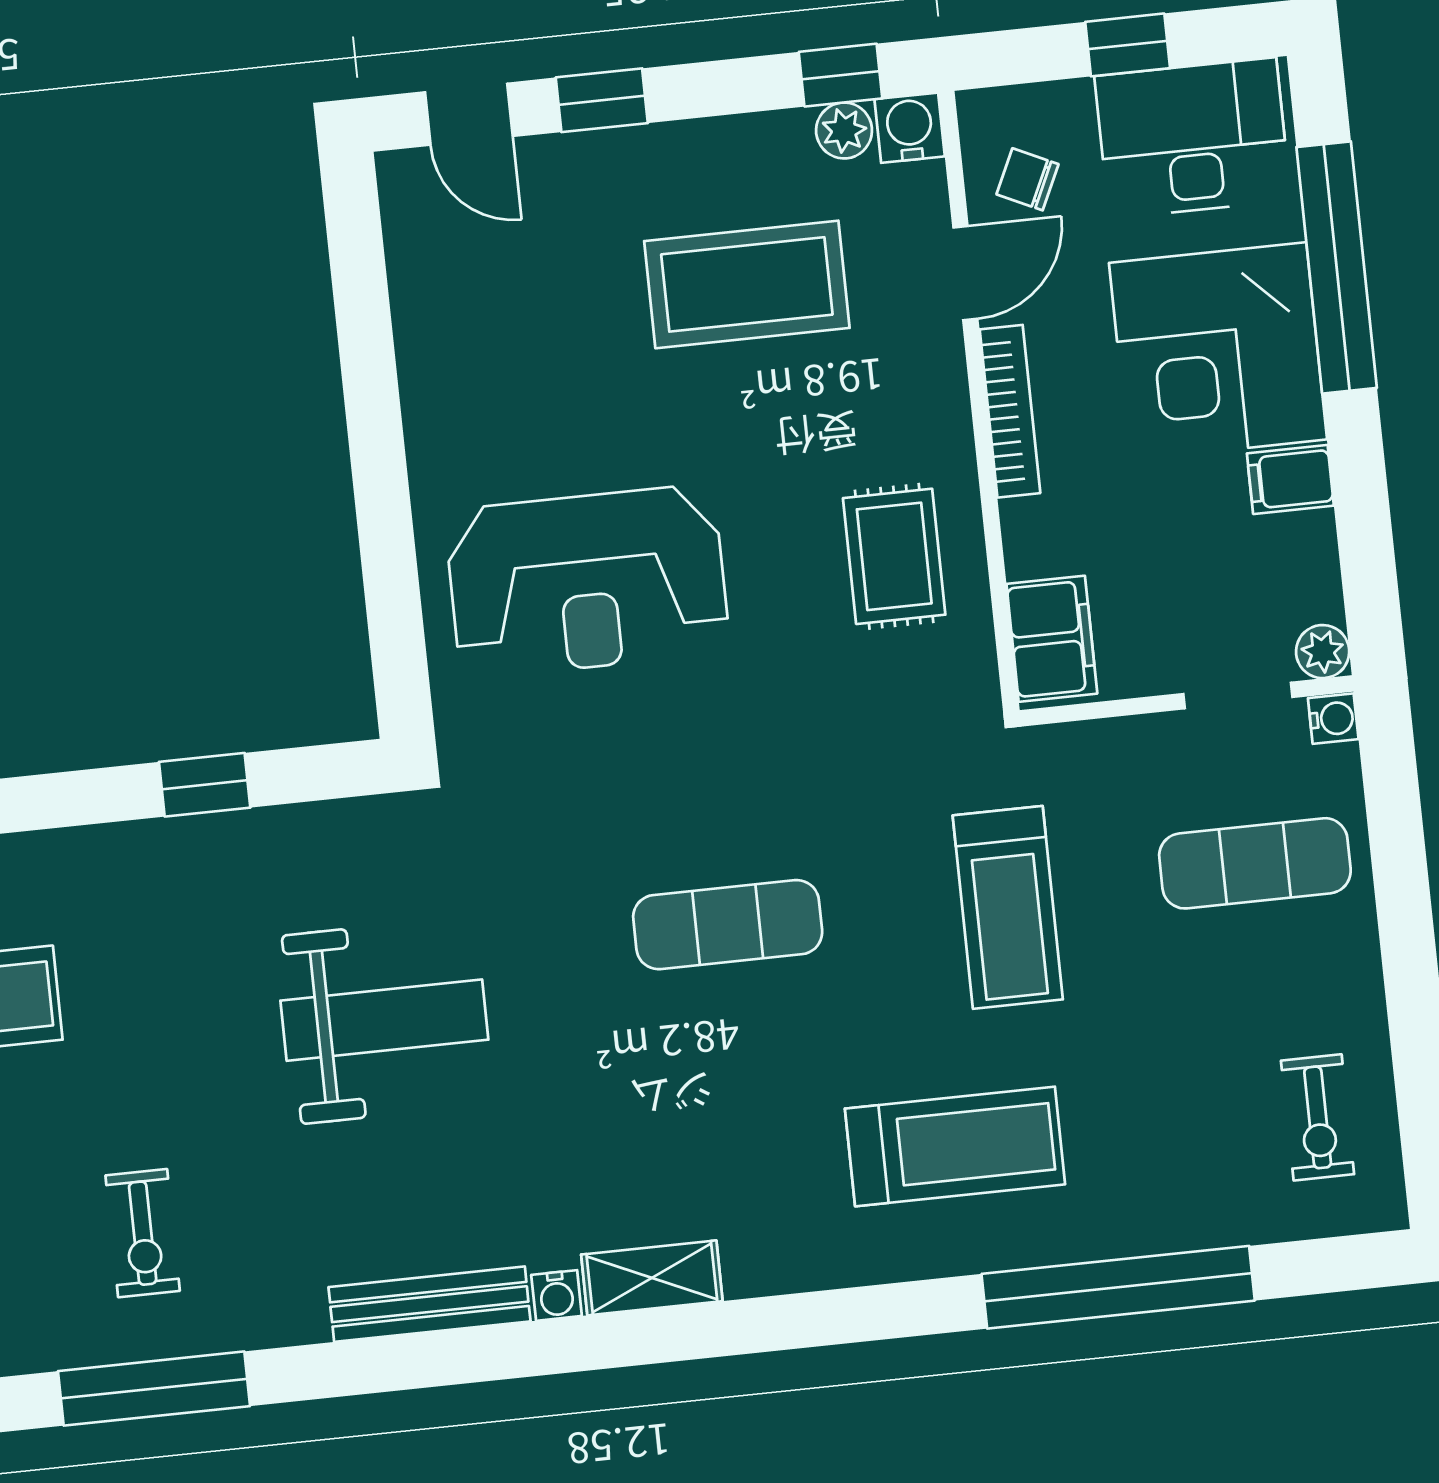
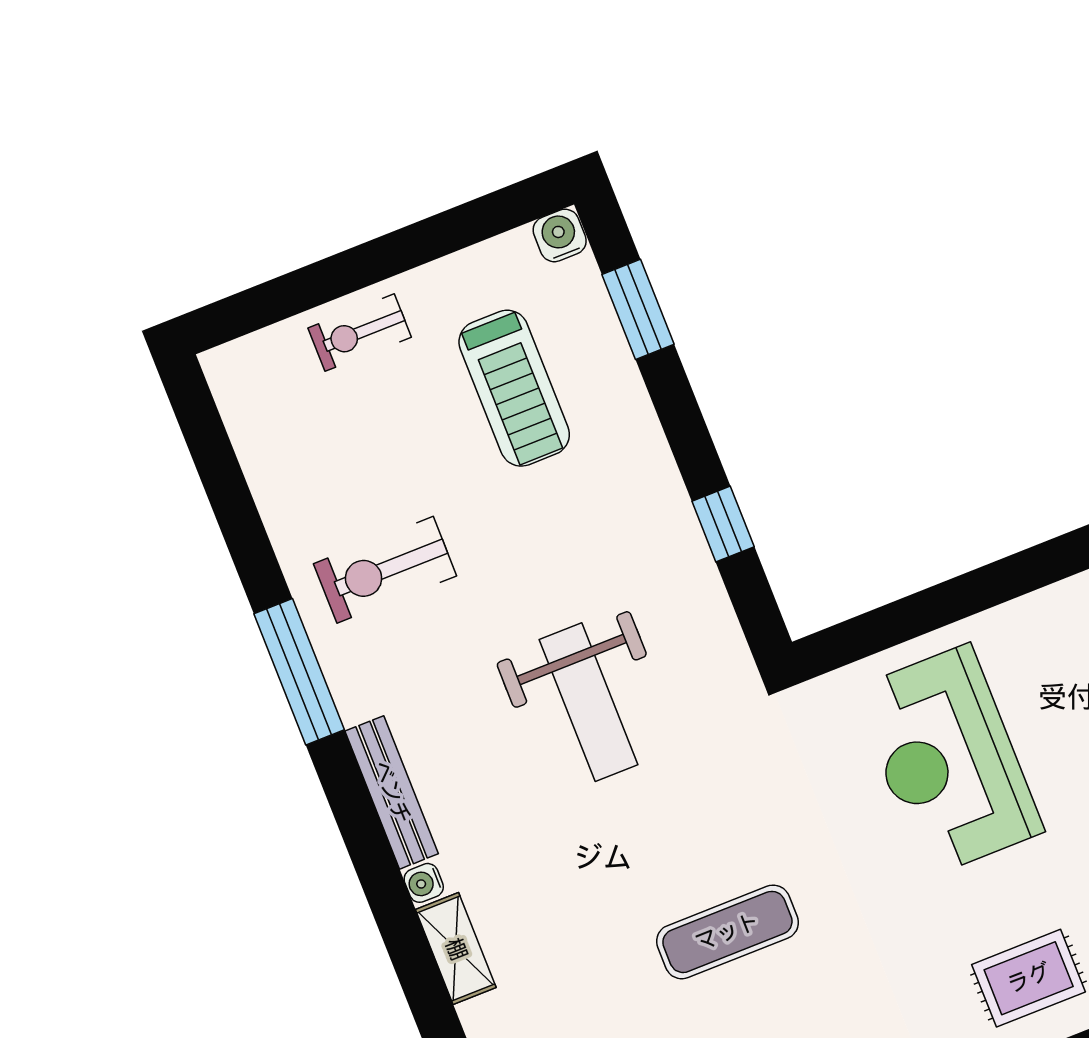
exercise mat: (728, 925) -> (727, 932), turned 90
exercise bike: (143, 1233) -> (385, 570), width x1.38, depth x1.39
window: (154, 1389) -> (299, 672), moved

